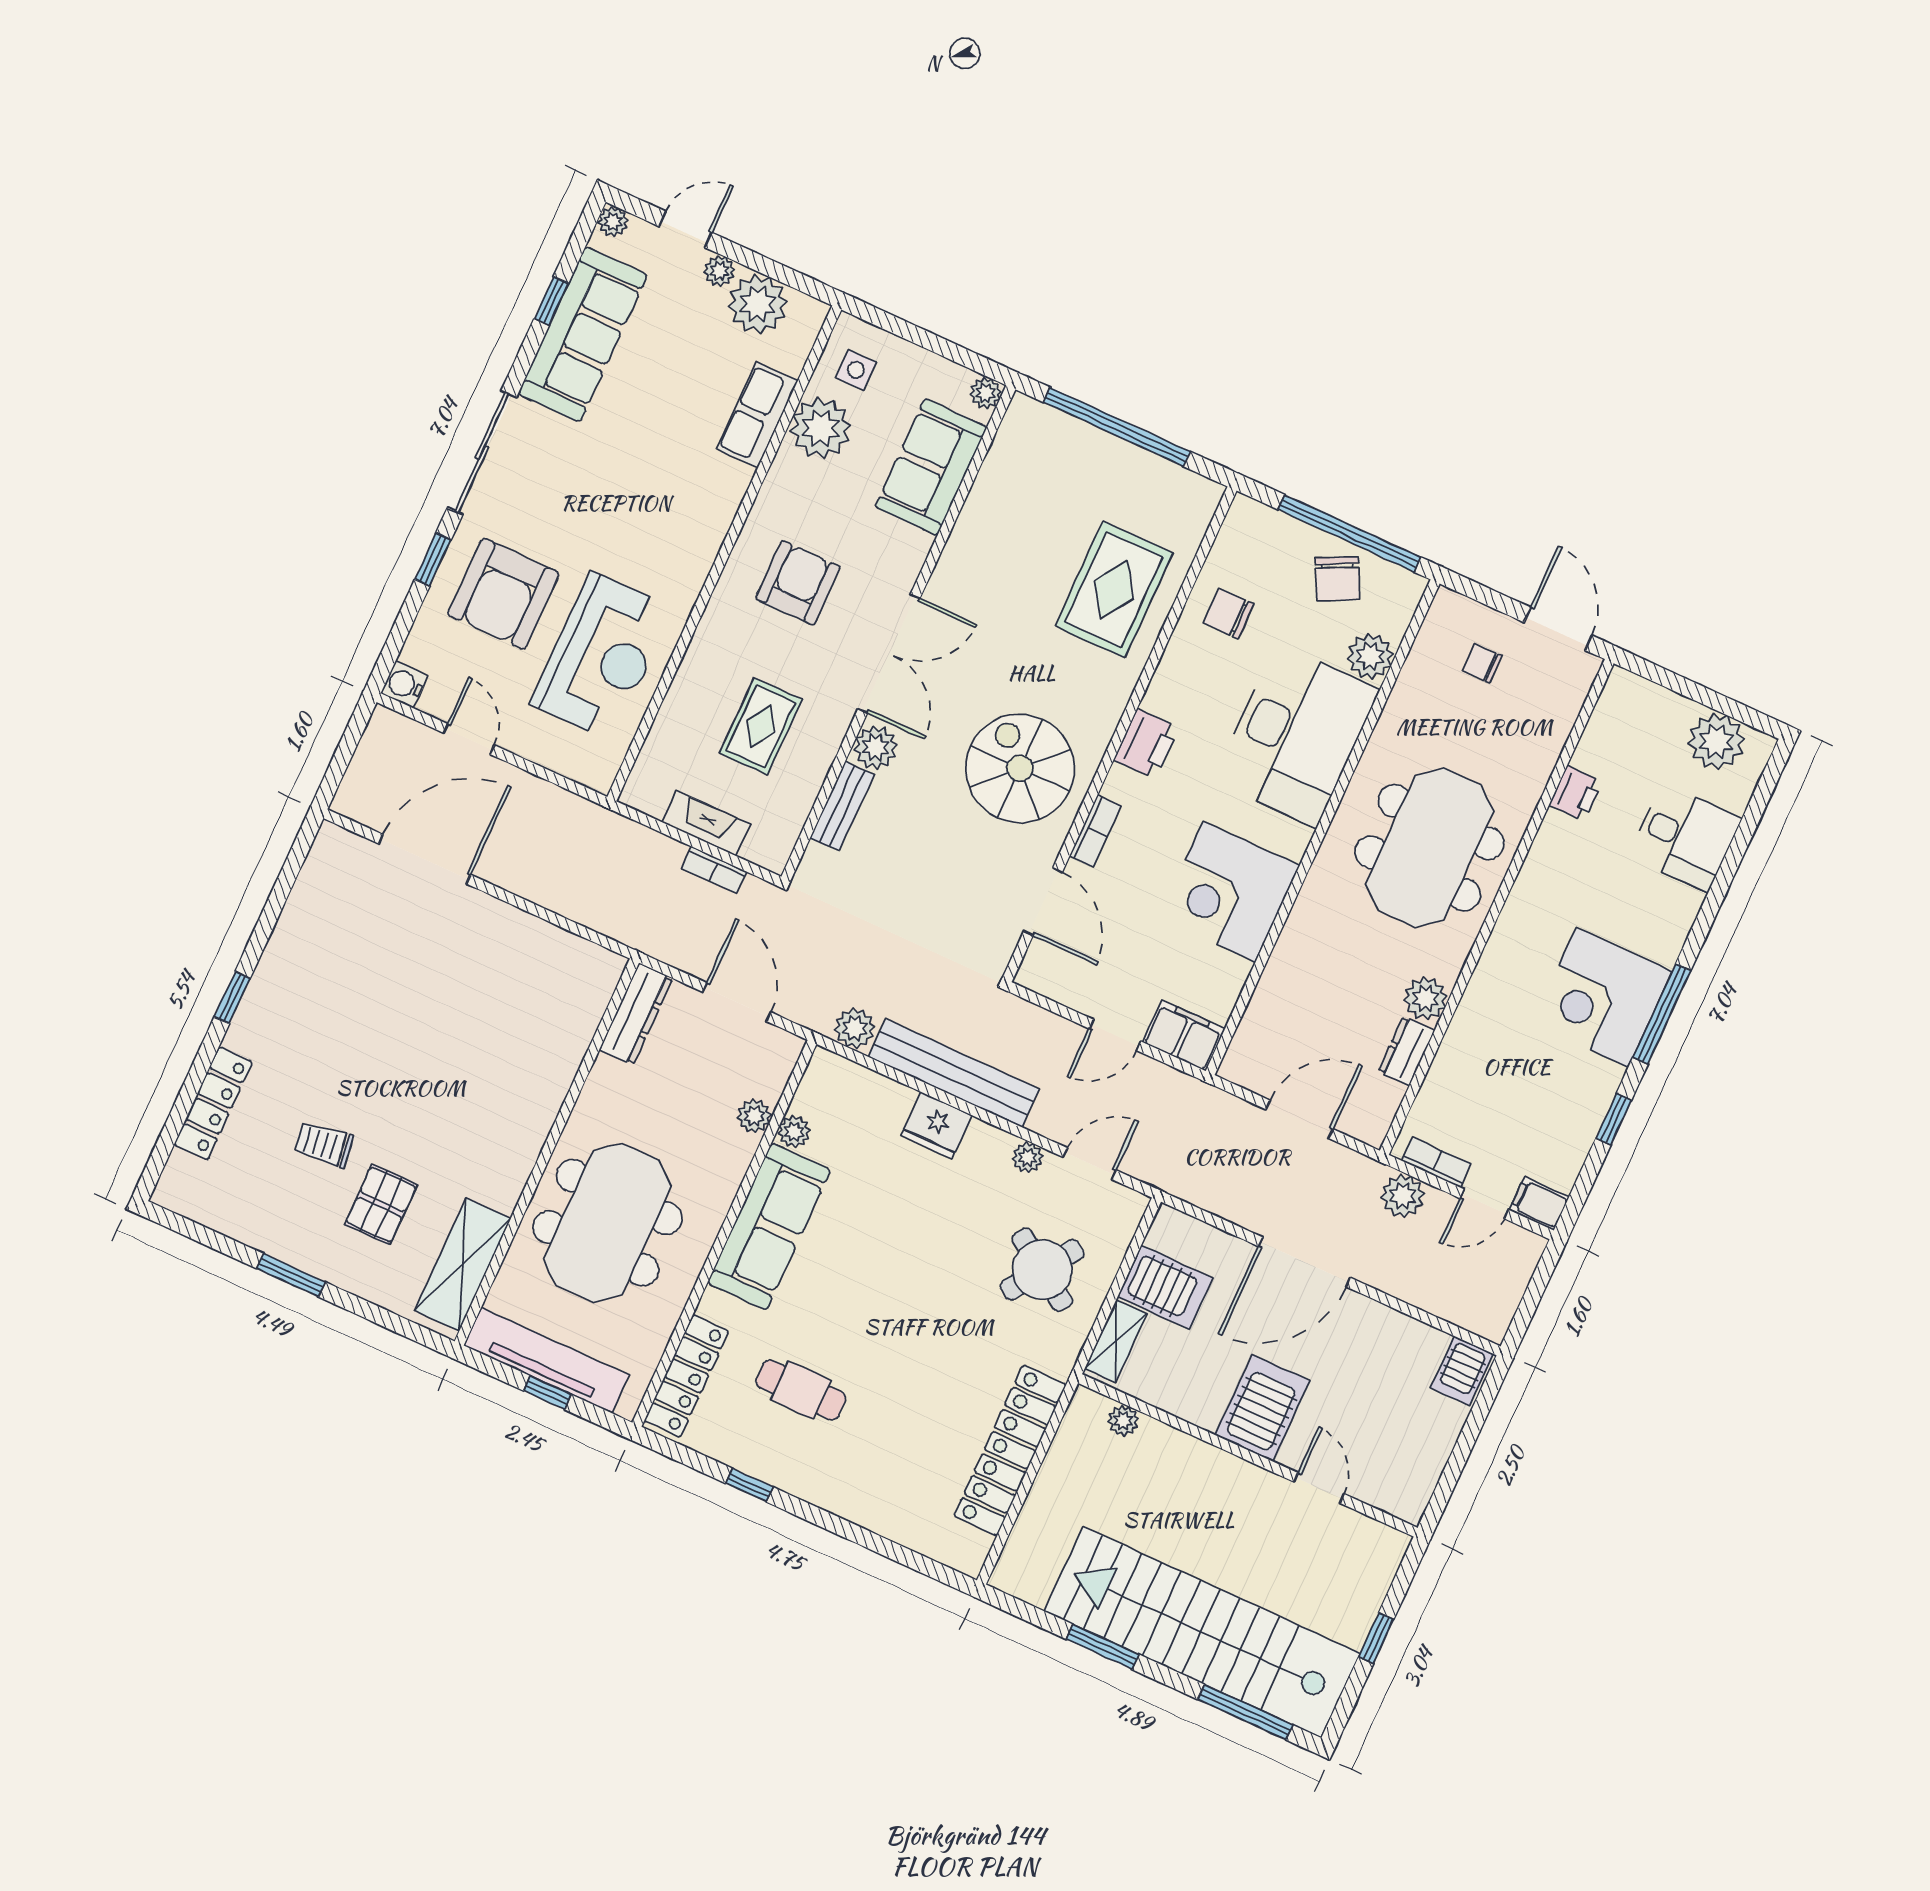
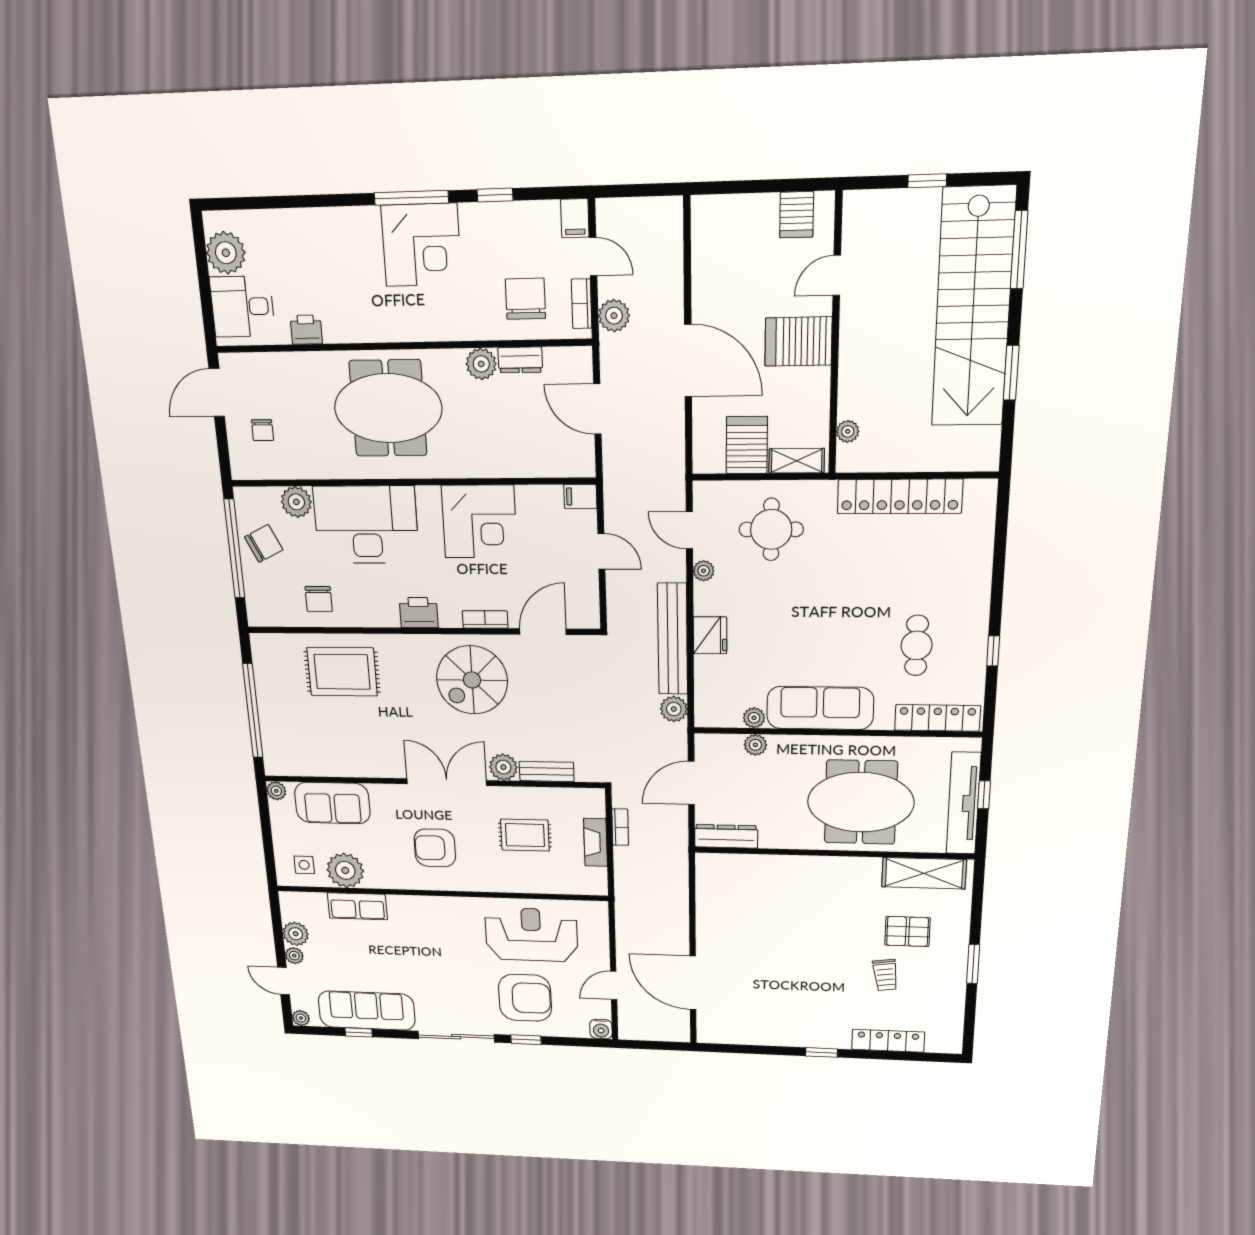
plant: (758, 304) -> (296, 934), width x0.73, depth x0.73
desk: (1685, 838) -> (242, 307), moved, turned -90
filing cabinet: (1184, 1035) -> (580, 496), width x0.50
chair: (1476, 1095) -> (525, 299), added
round table: (1042, 1270) -> (771, 529), turned -34
server rack: (1462, 1371) -> (797, 215), moved, turned 90

